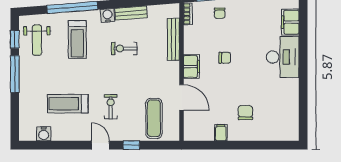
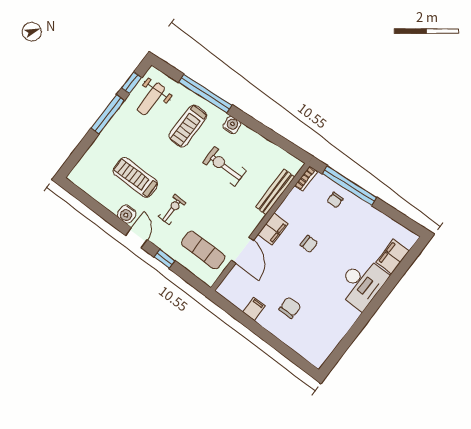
bench: (131, 13) -> (255, 139), removed
exercise bike: (124, 48) -> (224, 166), width x1.38, depth x1.39
exercise mat: (154, 118) -> (203, 250), turned 90
water cooler: (44, 134) -> (127, 214), moved

